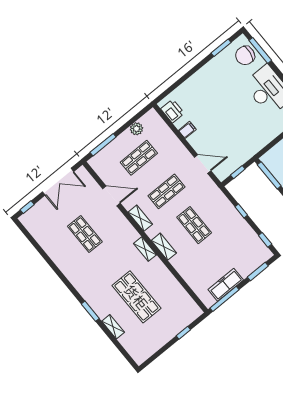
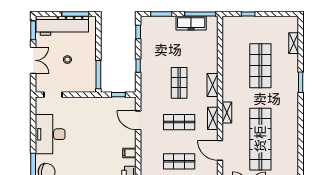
shop shelf: (85, 234) -> (260, 139), width x2.00, depth x1.36
shelving: (145, 249) -> (227, 113), moved
shelving: (113, 327) -> (294, 43), moved

